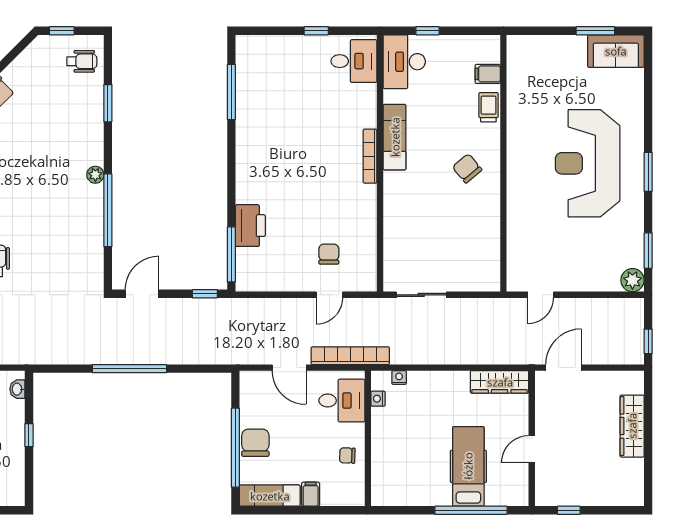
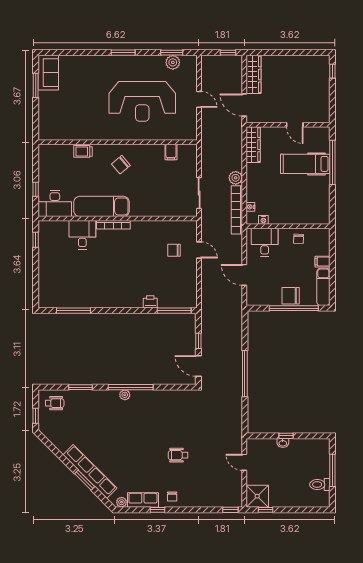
window: (316, 31) -> (36, 240), moved
wheelchair: (82, 61) -> (55, 403), turned 90
desk: (354, 61) -> (82, 235), moved
filing cabinet: (488, 74) -> (171, 152), moved
exam couch: (395, 137) -> (102, 206), width x1.36, depth x1.45
reception desk: (588, 163) -> (142, 101), moved
window: (108, 210) -> (131, 387), moved
printer: (250, 226) -> (150, 302), width x0.53, depth x0.68
plant: (632, 280) -> (173, 62), moved
window: (205, 294) -> (198, 341), moved
door: (541, 295) -> (199, 99), moved
plant: (446, 354) -> (236, 178), added
bookcase: (350, 356) -> (237, 210), moved
door: (289, 368) -> (244, 275), swing flipped
washbasin: (17, 389) -> (283, 443), moved
wardrobe: (632, 426) -> (253, 74), moved, turned -90
window: (569, 510) -> (332, 71), moved

